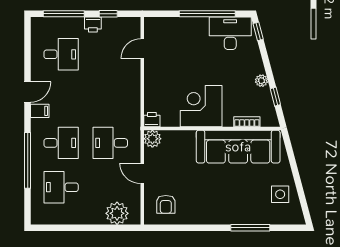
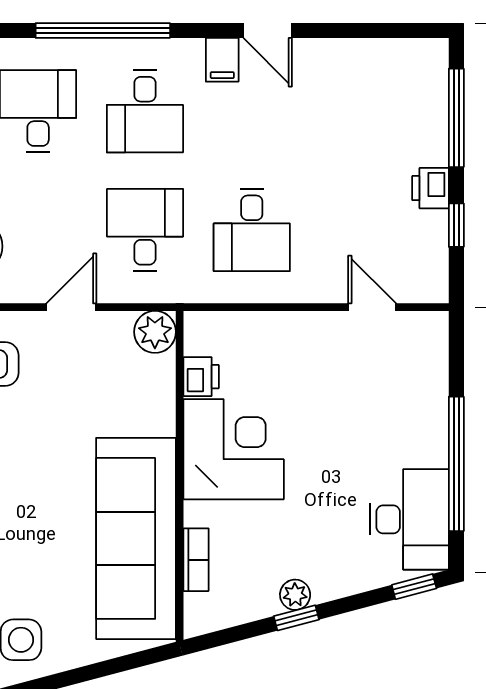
desk: (61, 54) -> (252, 230), moved
window: (275, 97) -> (296, 618), moved
printer: (152, 120) -> (201, 377), moved

